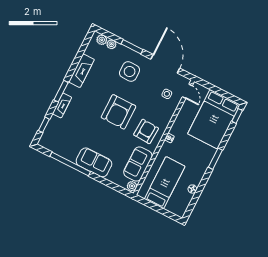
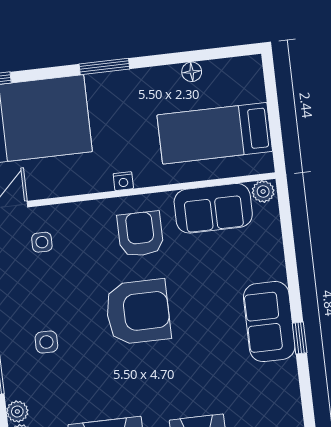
side table: (130, 71) -> (46, 342), width x0.54, depth x0.54
armchair: (146, 131) -> (140, 234), turned 87
sofa: (94, 162) -> (269, 322), moved
window: (70, 164) -> (300, 338), width x0.32

